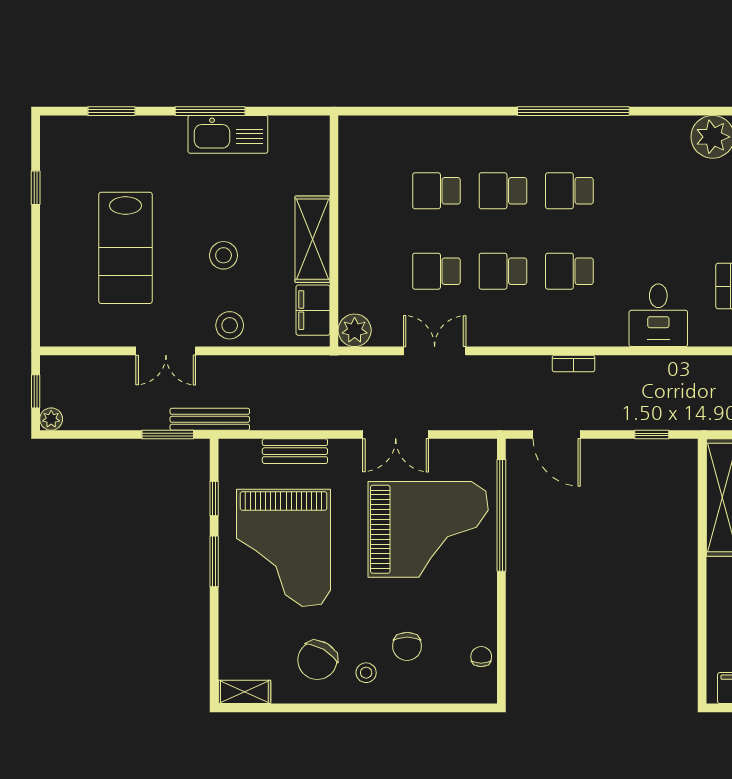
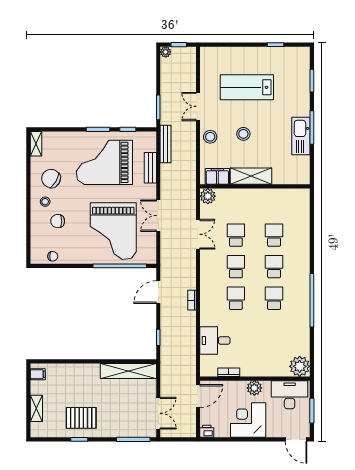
bench: (210, 419) -> (165, 144), moved

